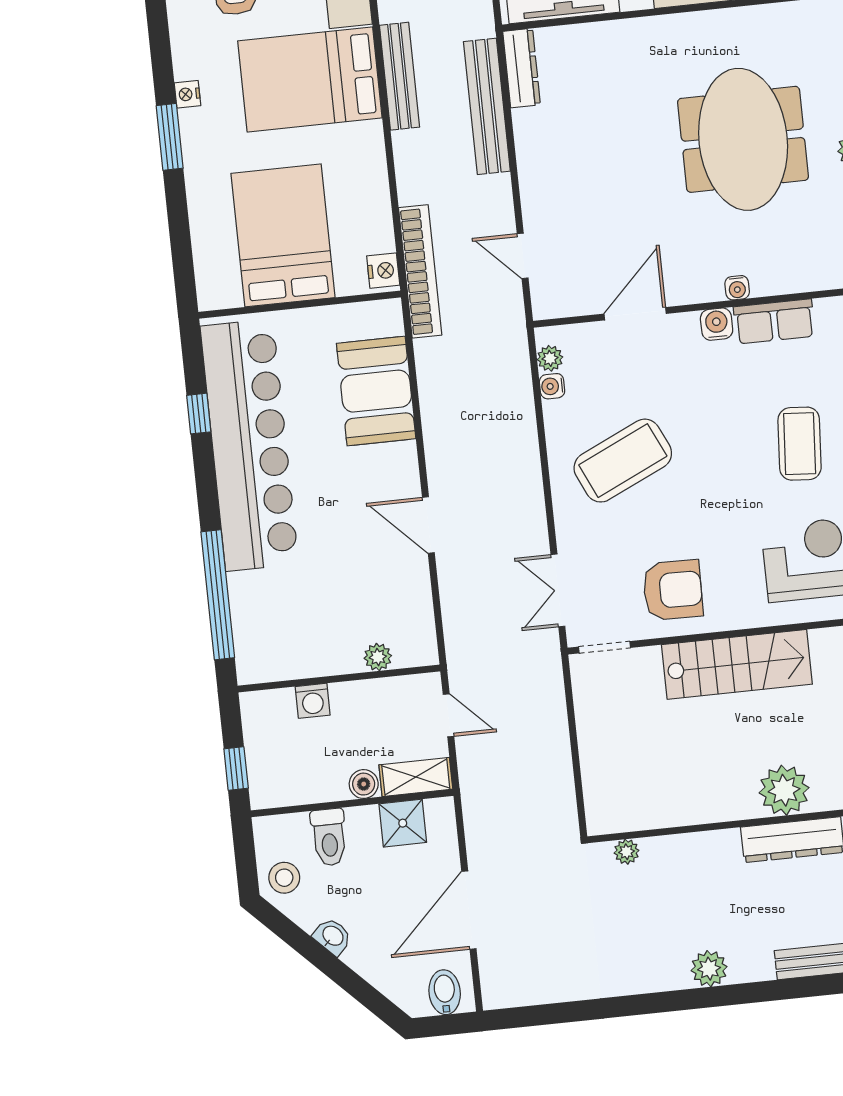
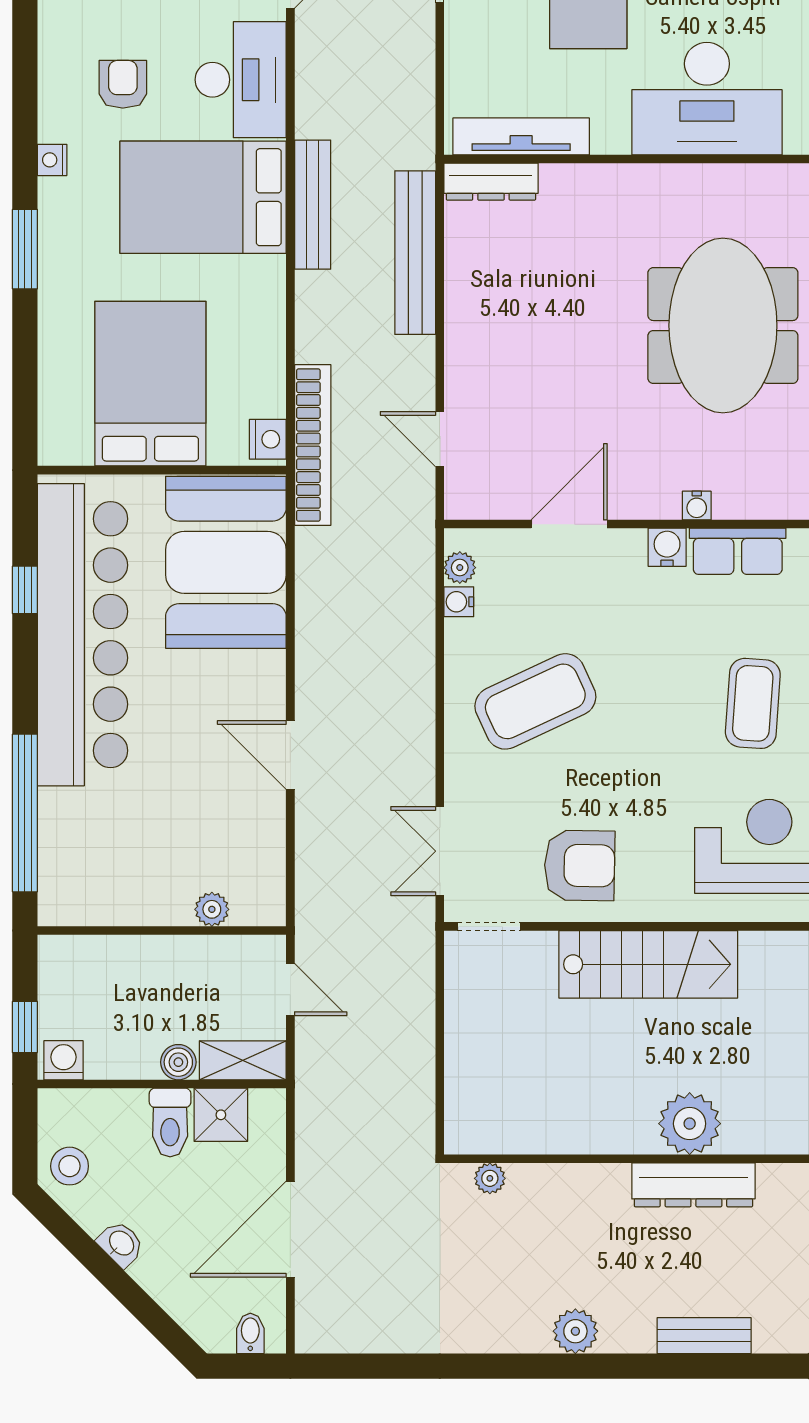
dresser: (522, 68) -> (491, 182), moved, turned 90
nightstand: (187, 94) -> (52, 160), moved
booth: (376, 391) -> (226, 562), width x1.36, depth x1.42
washing machine: (313, 701) -> (64, 1060), moved, turned 180
toilet: (329, 837) -> (170, 1122), moved
bidet: (445, 992) -> (250, 1333), width x0.72, depth x0.74

